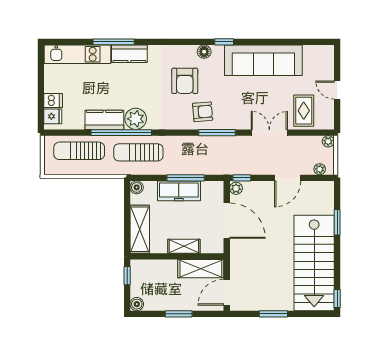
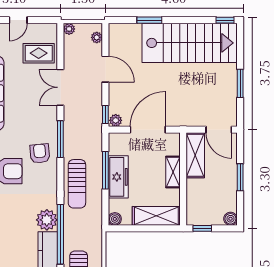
sun lounger: (138, 152) -> (77, 184), moved

